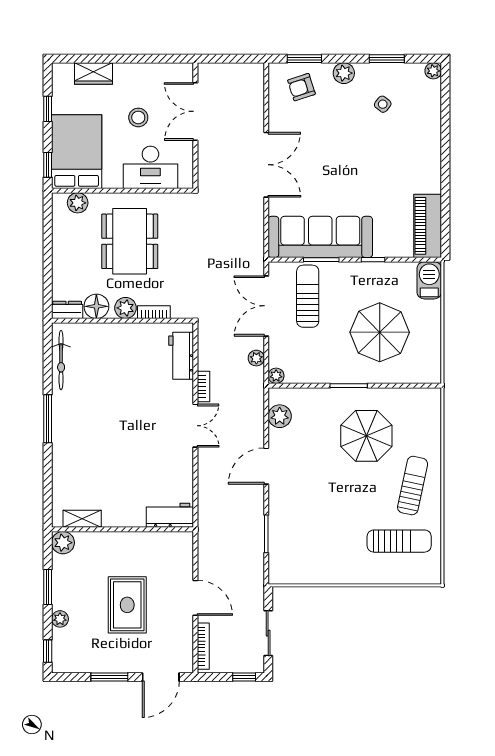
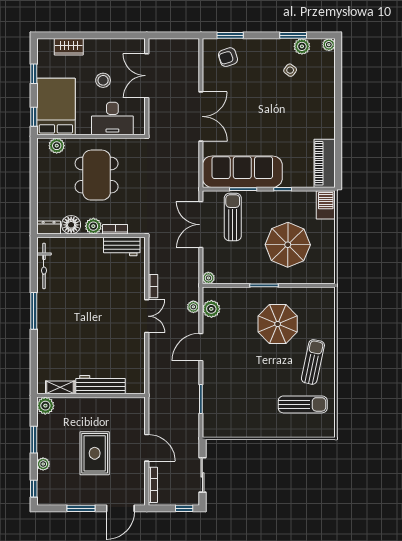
plant: (344, 73) -> (302, 46), moved
workbench: (181, 356) -> (122, 247), moved, turned -90
plant: (256, 358) -> (193, 307), moved
workbench: (170, 515) -> (101, 385), moved, width x1.38

